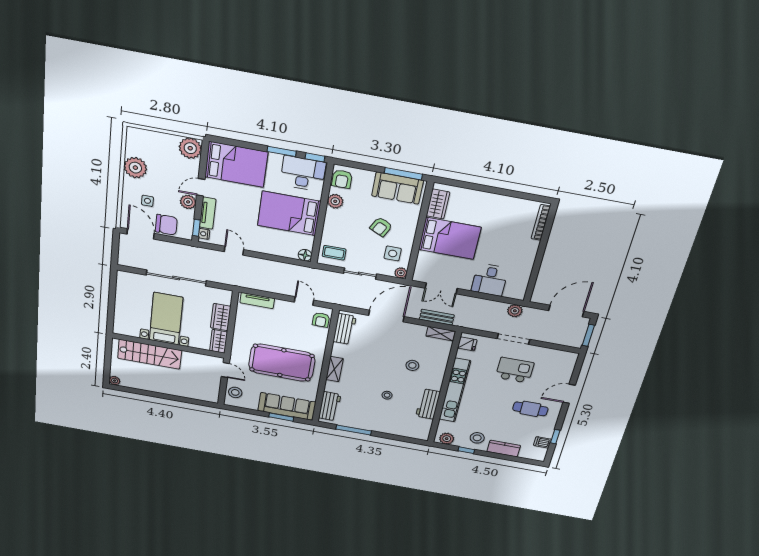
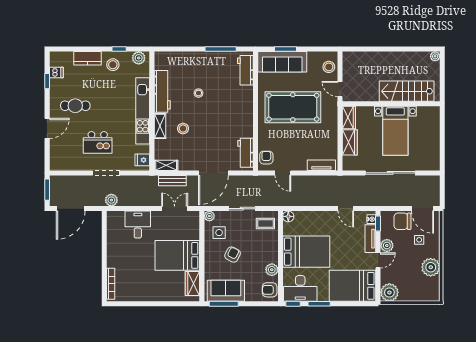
armchair: (342, 179) -> (270, 290), turned -90
shelving: (335, 369) -> (160, 126), moved
workbench: (428, 404) -> (162, 91), width x1.38

